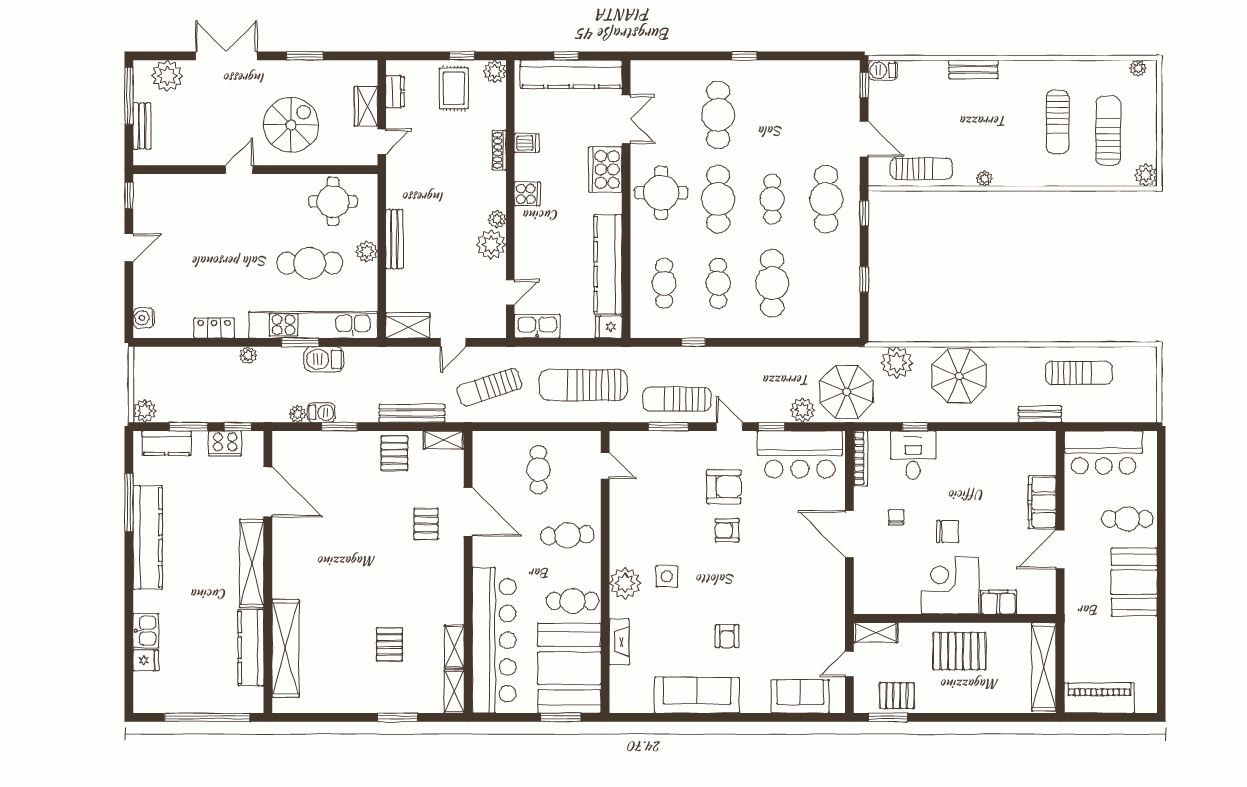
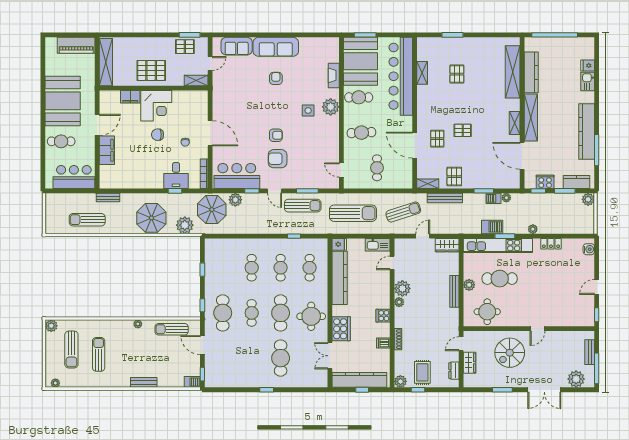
cafe table: (772, 283) -> (252, 268), width x0.73, depth x0.74
pallet: (379, 539) -> (463, 130), added
booth: (1134, 582) -> (63, 101), width x1.36, depth x1.42
shelving: (454, 692) -> (515, 123), moved
sofa: (697, 695) -> (276, 47), moved

